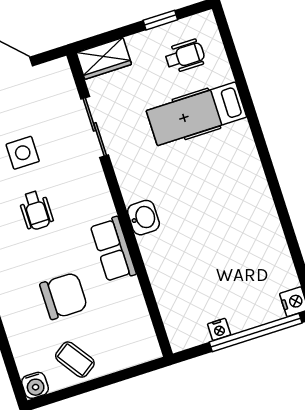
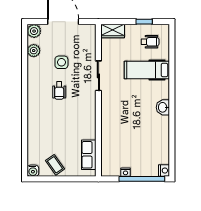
sliding door: (95, 127) -> (98, 76), moved
washbasin: (143, 218) -> (163, 107), moved, turned 180
row of seats: (113, 250) -> (89, 155), moved
chair: (64, 296) -> (59, 134), removed

